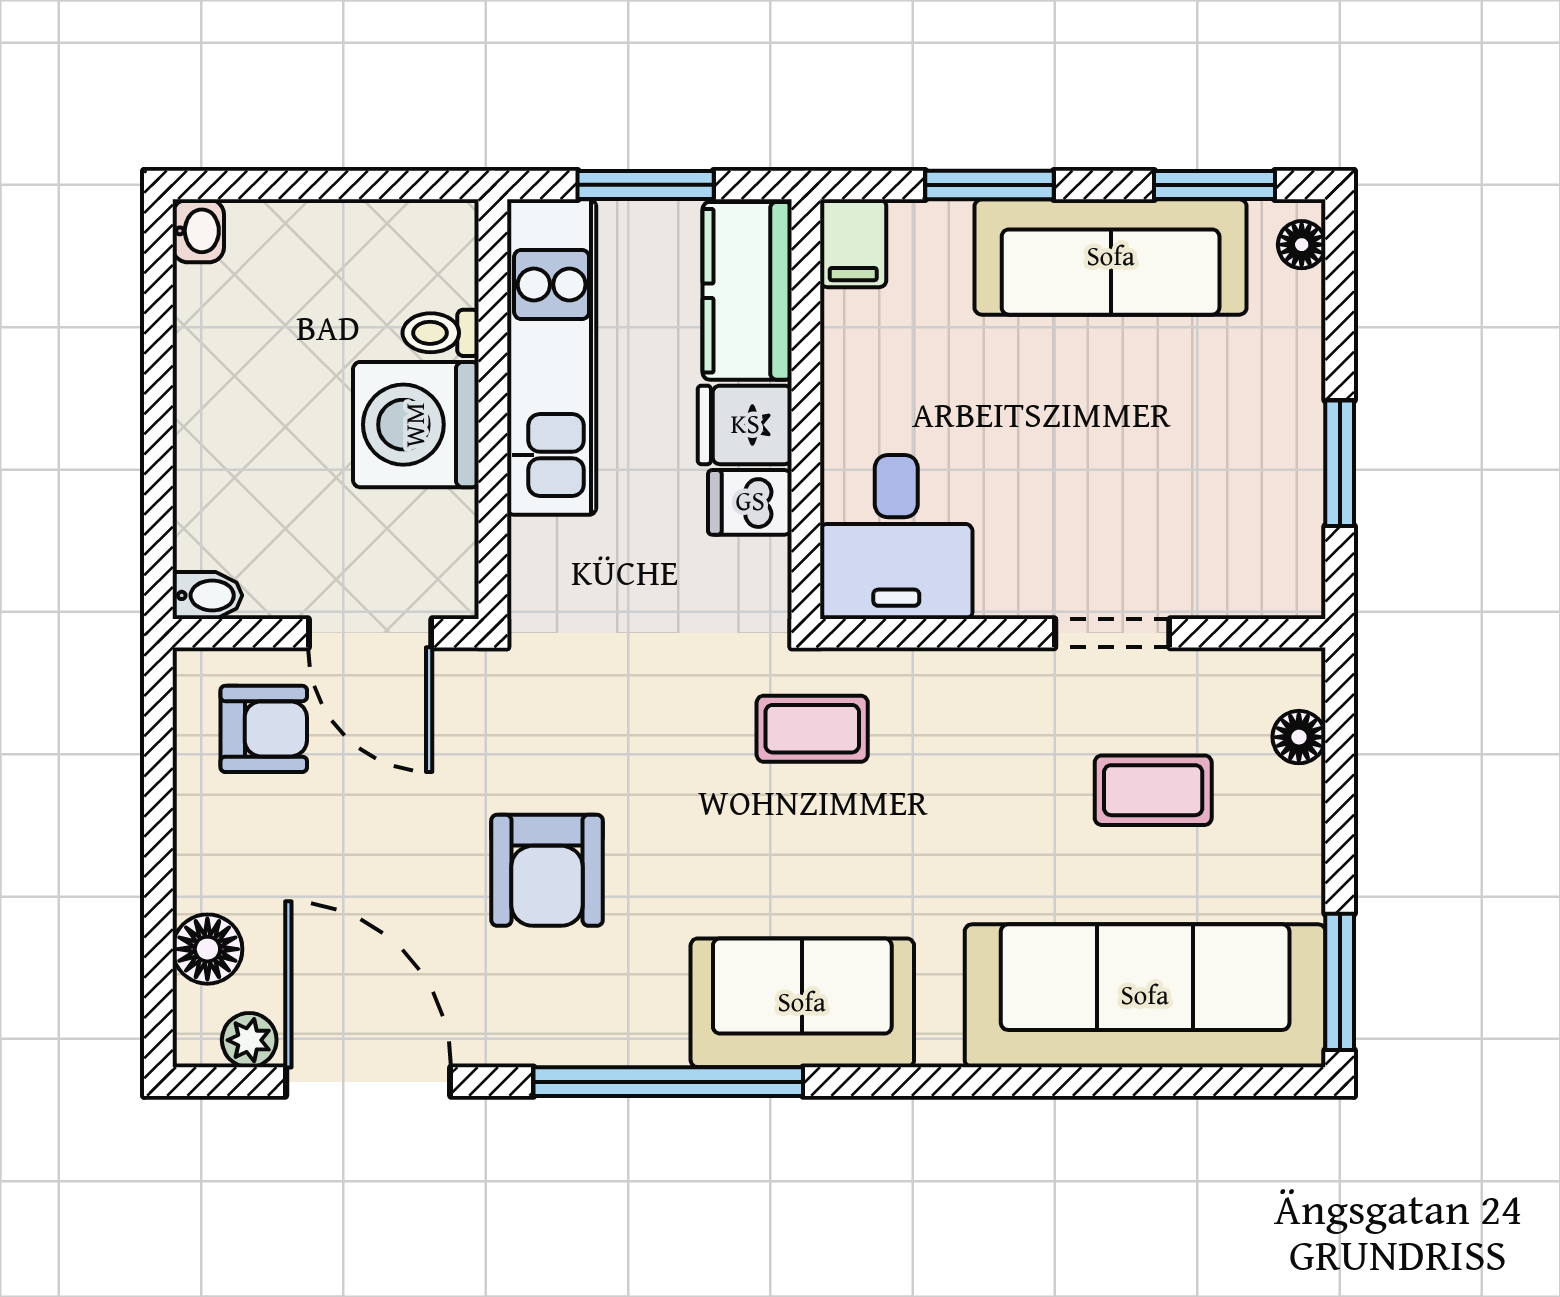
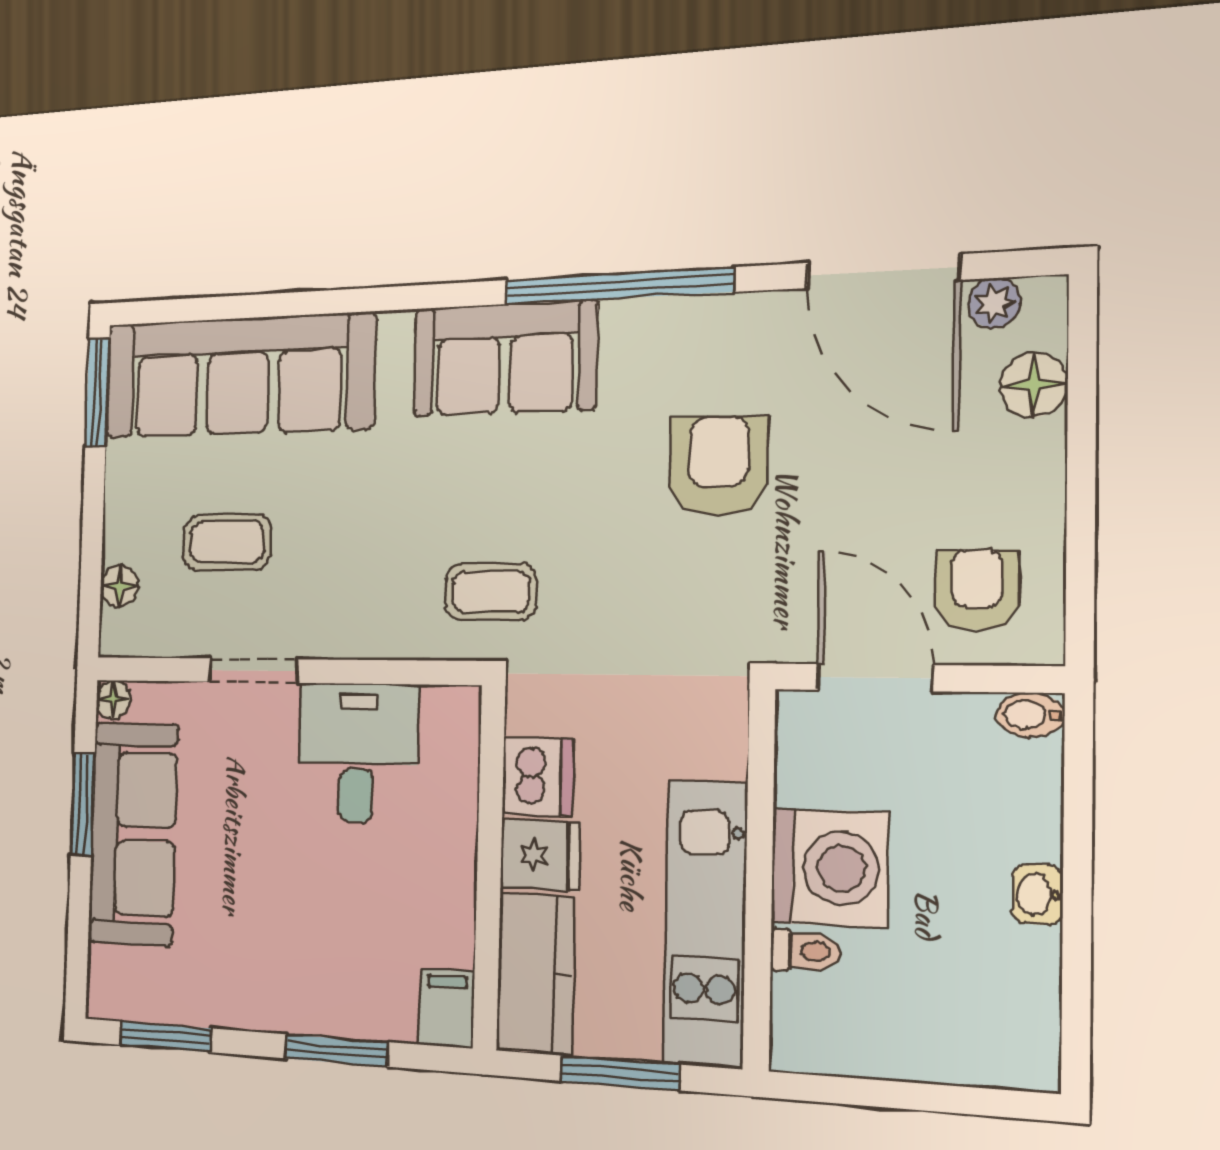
washbasin: (198, 231) -> (1037, 894), moved
floor lamp: (1302, 245) -> (113, 699), moved
sofa: (1111, 257) -> (133, 834), moved, turned 90
dishwasher: (750, 502) -> (538, 777), width x1.38
desk: (896, 537) -> (357, 753), moved
armchair: (264, 729) -> (977, 590), turned 90

